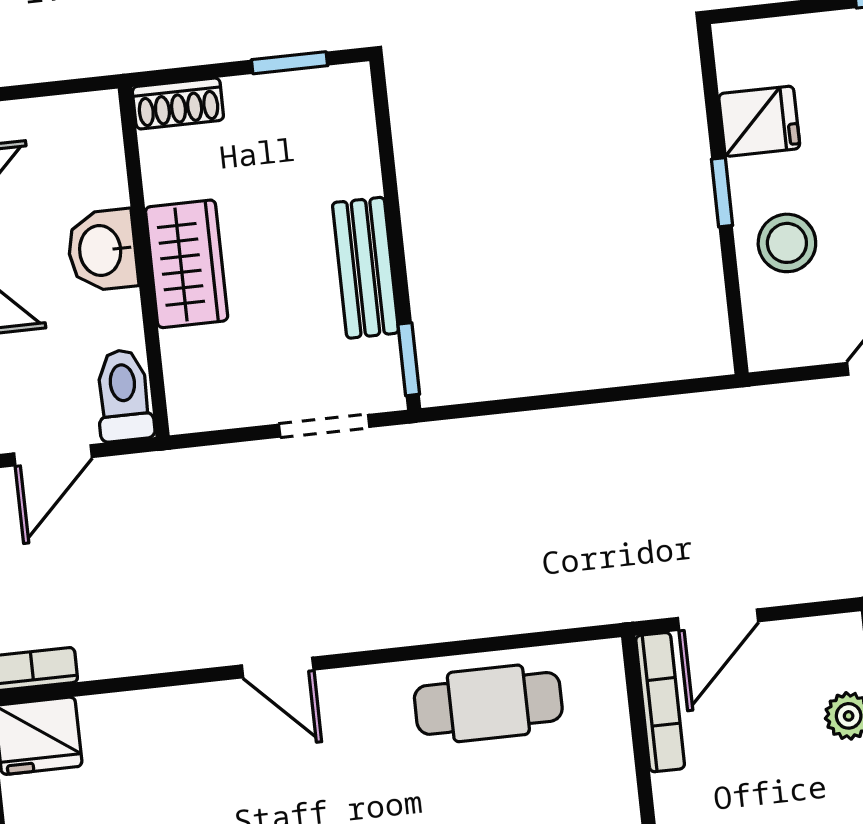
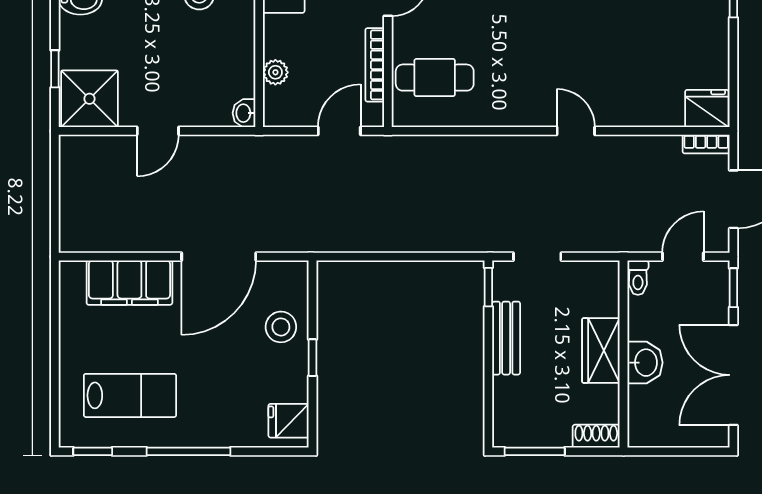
window: (290, 63) -> (535, 451), width x1.50
fridge: (759, 121) -> (289, 421), moved
toilet: (124, 395) -> (638, 278), width x0.73, depth x0.72
bookcase: (660, 702) -> (375, 65), moved
cafe table: (488, 703) -> (435, 78), moved

